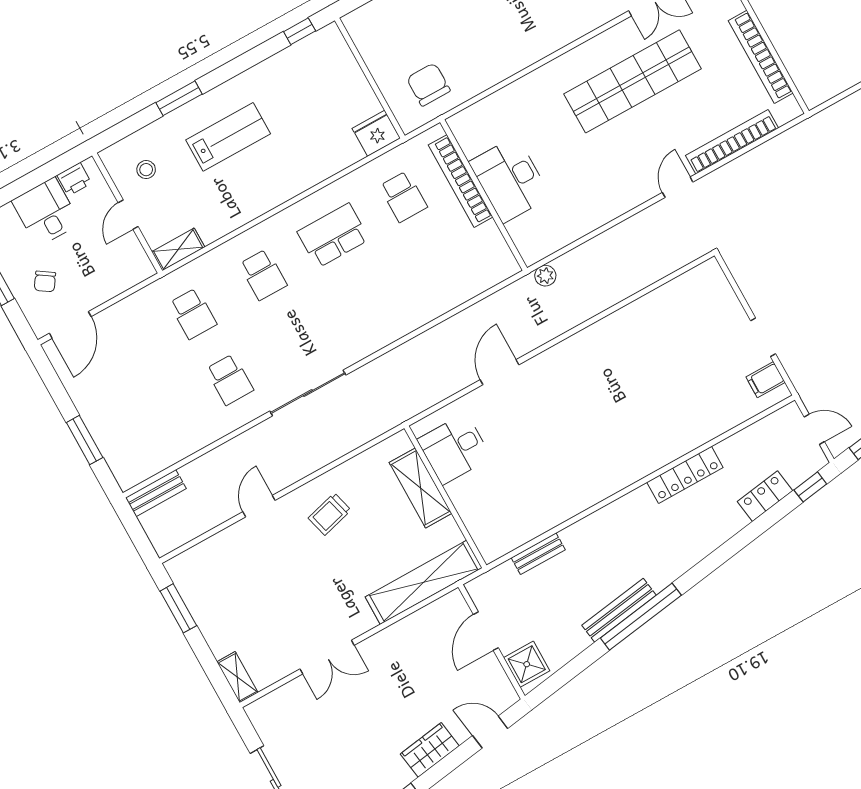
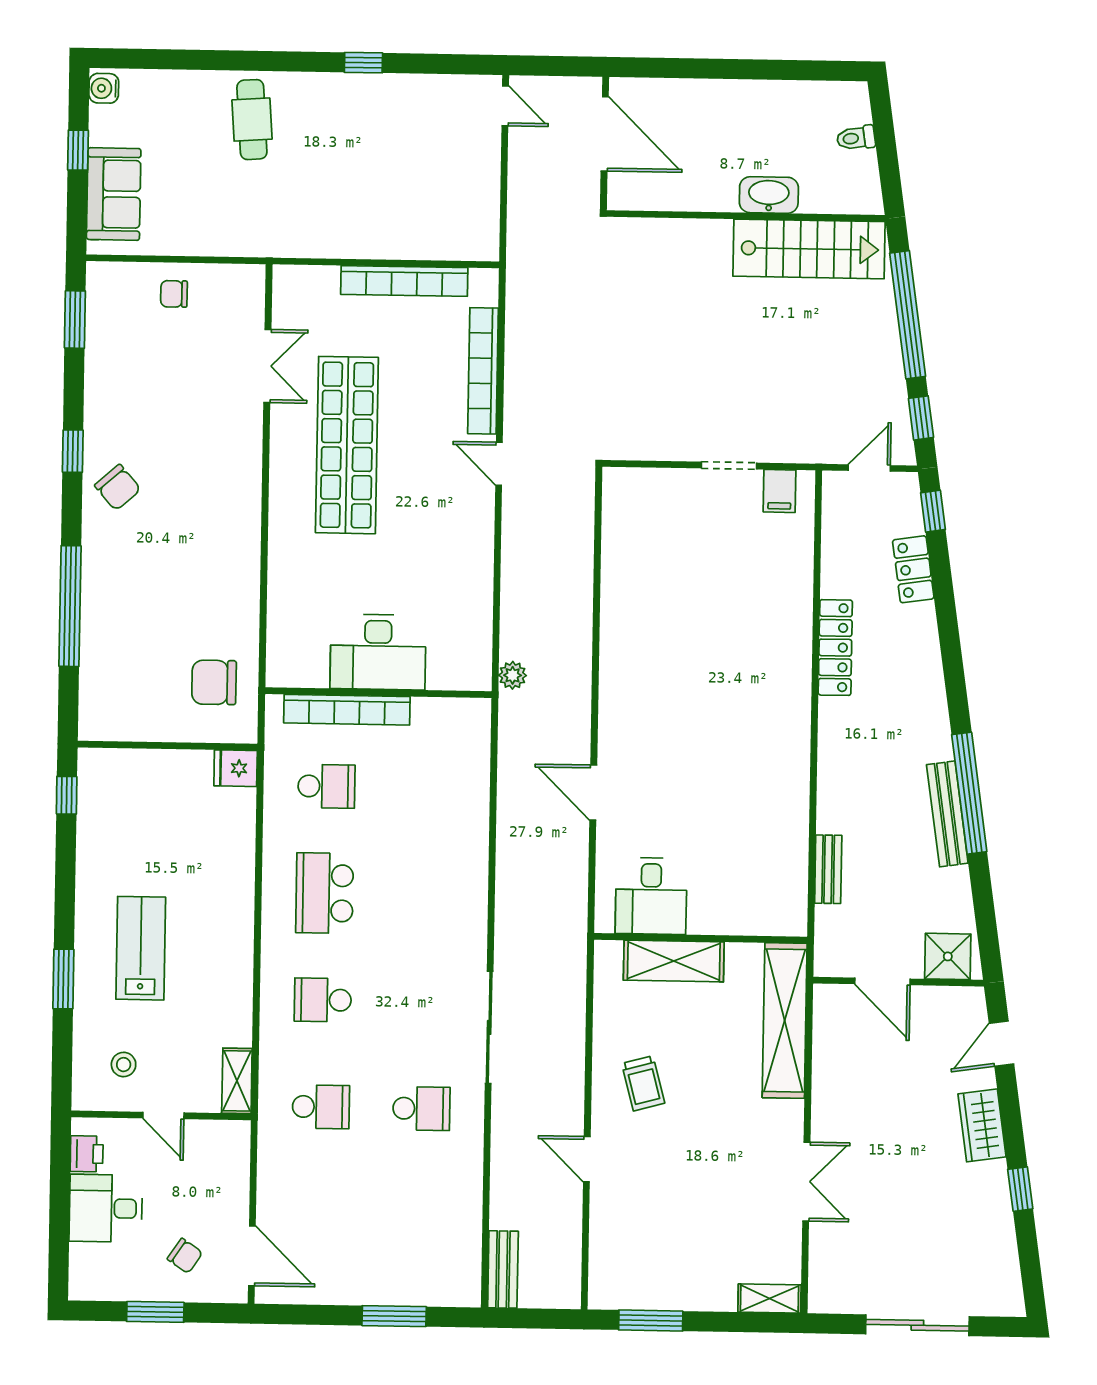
fridge: (376, 133) -> (236, 768), width x0.72
school desk: (263, 275) -> (323, 1000), turned 180

